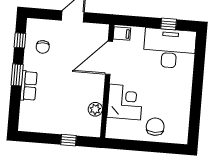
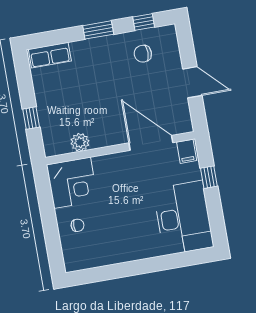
window: (169, 24) -> (209, 177), moved
row of seats: (29, 86) -> (50, 55), moved
corner desk: (125, 102) -> (72, 183), moved
chair: (155, 127) -> (77, 225), width x0.54, depth x0.54

